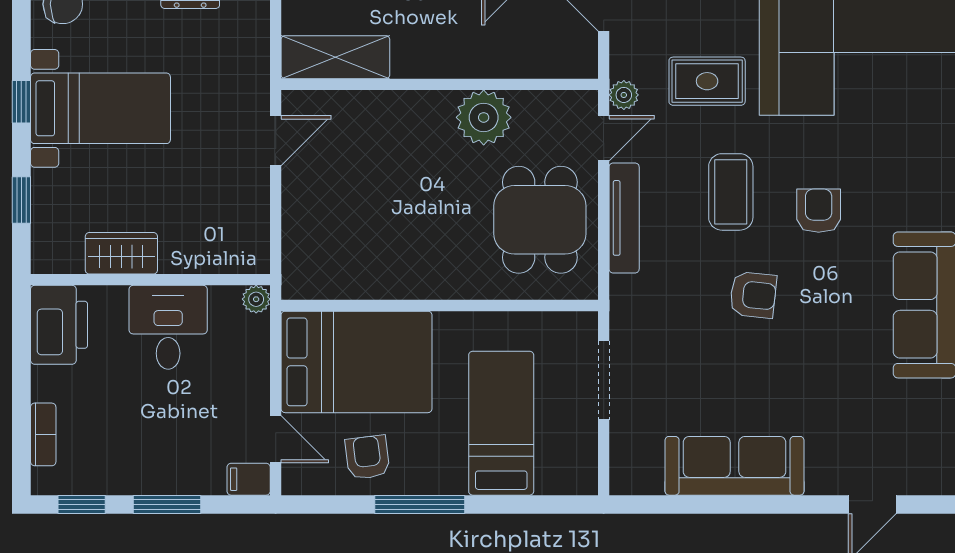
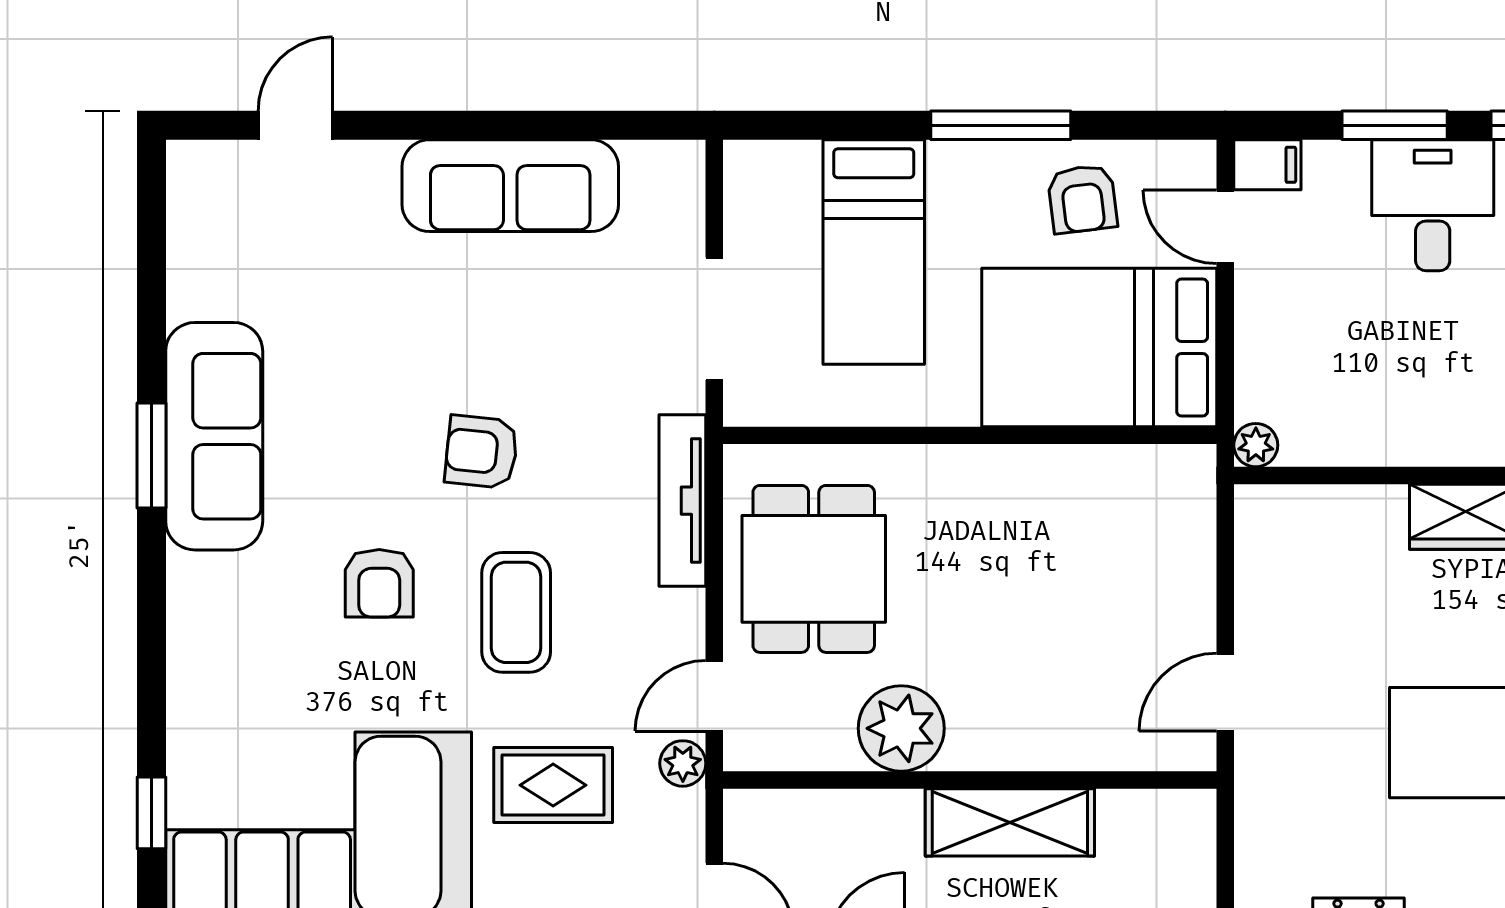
shelving: (335, 57) -> (1010, 822), moved
tv unit: (624, 218) -> (682, 501), moved
desk: (168, 327) -> (1433, 205), moved, turned 180

